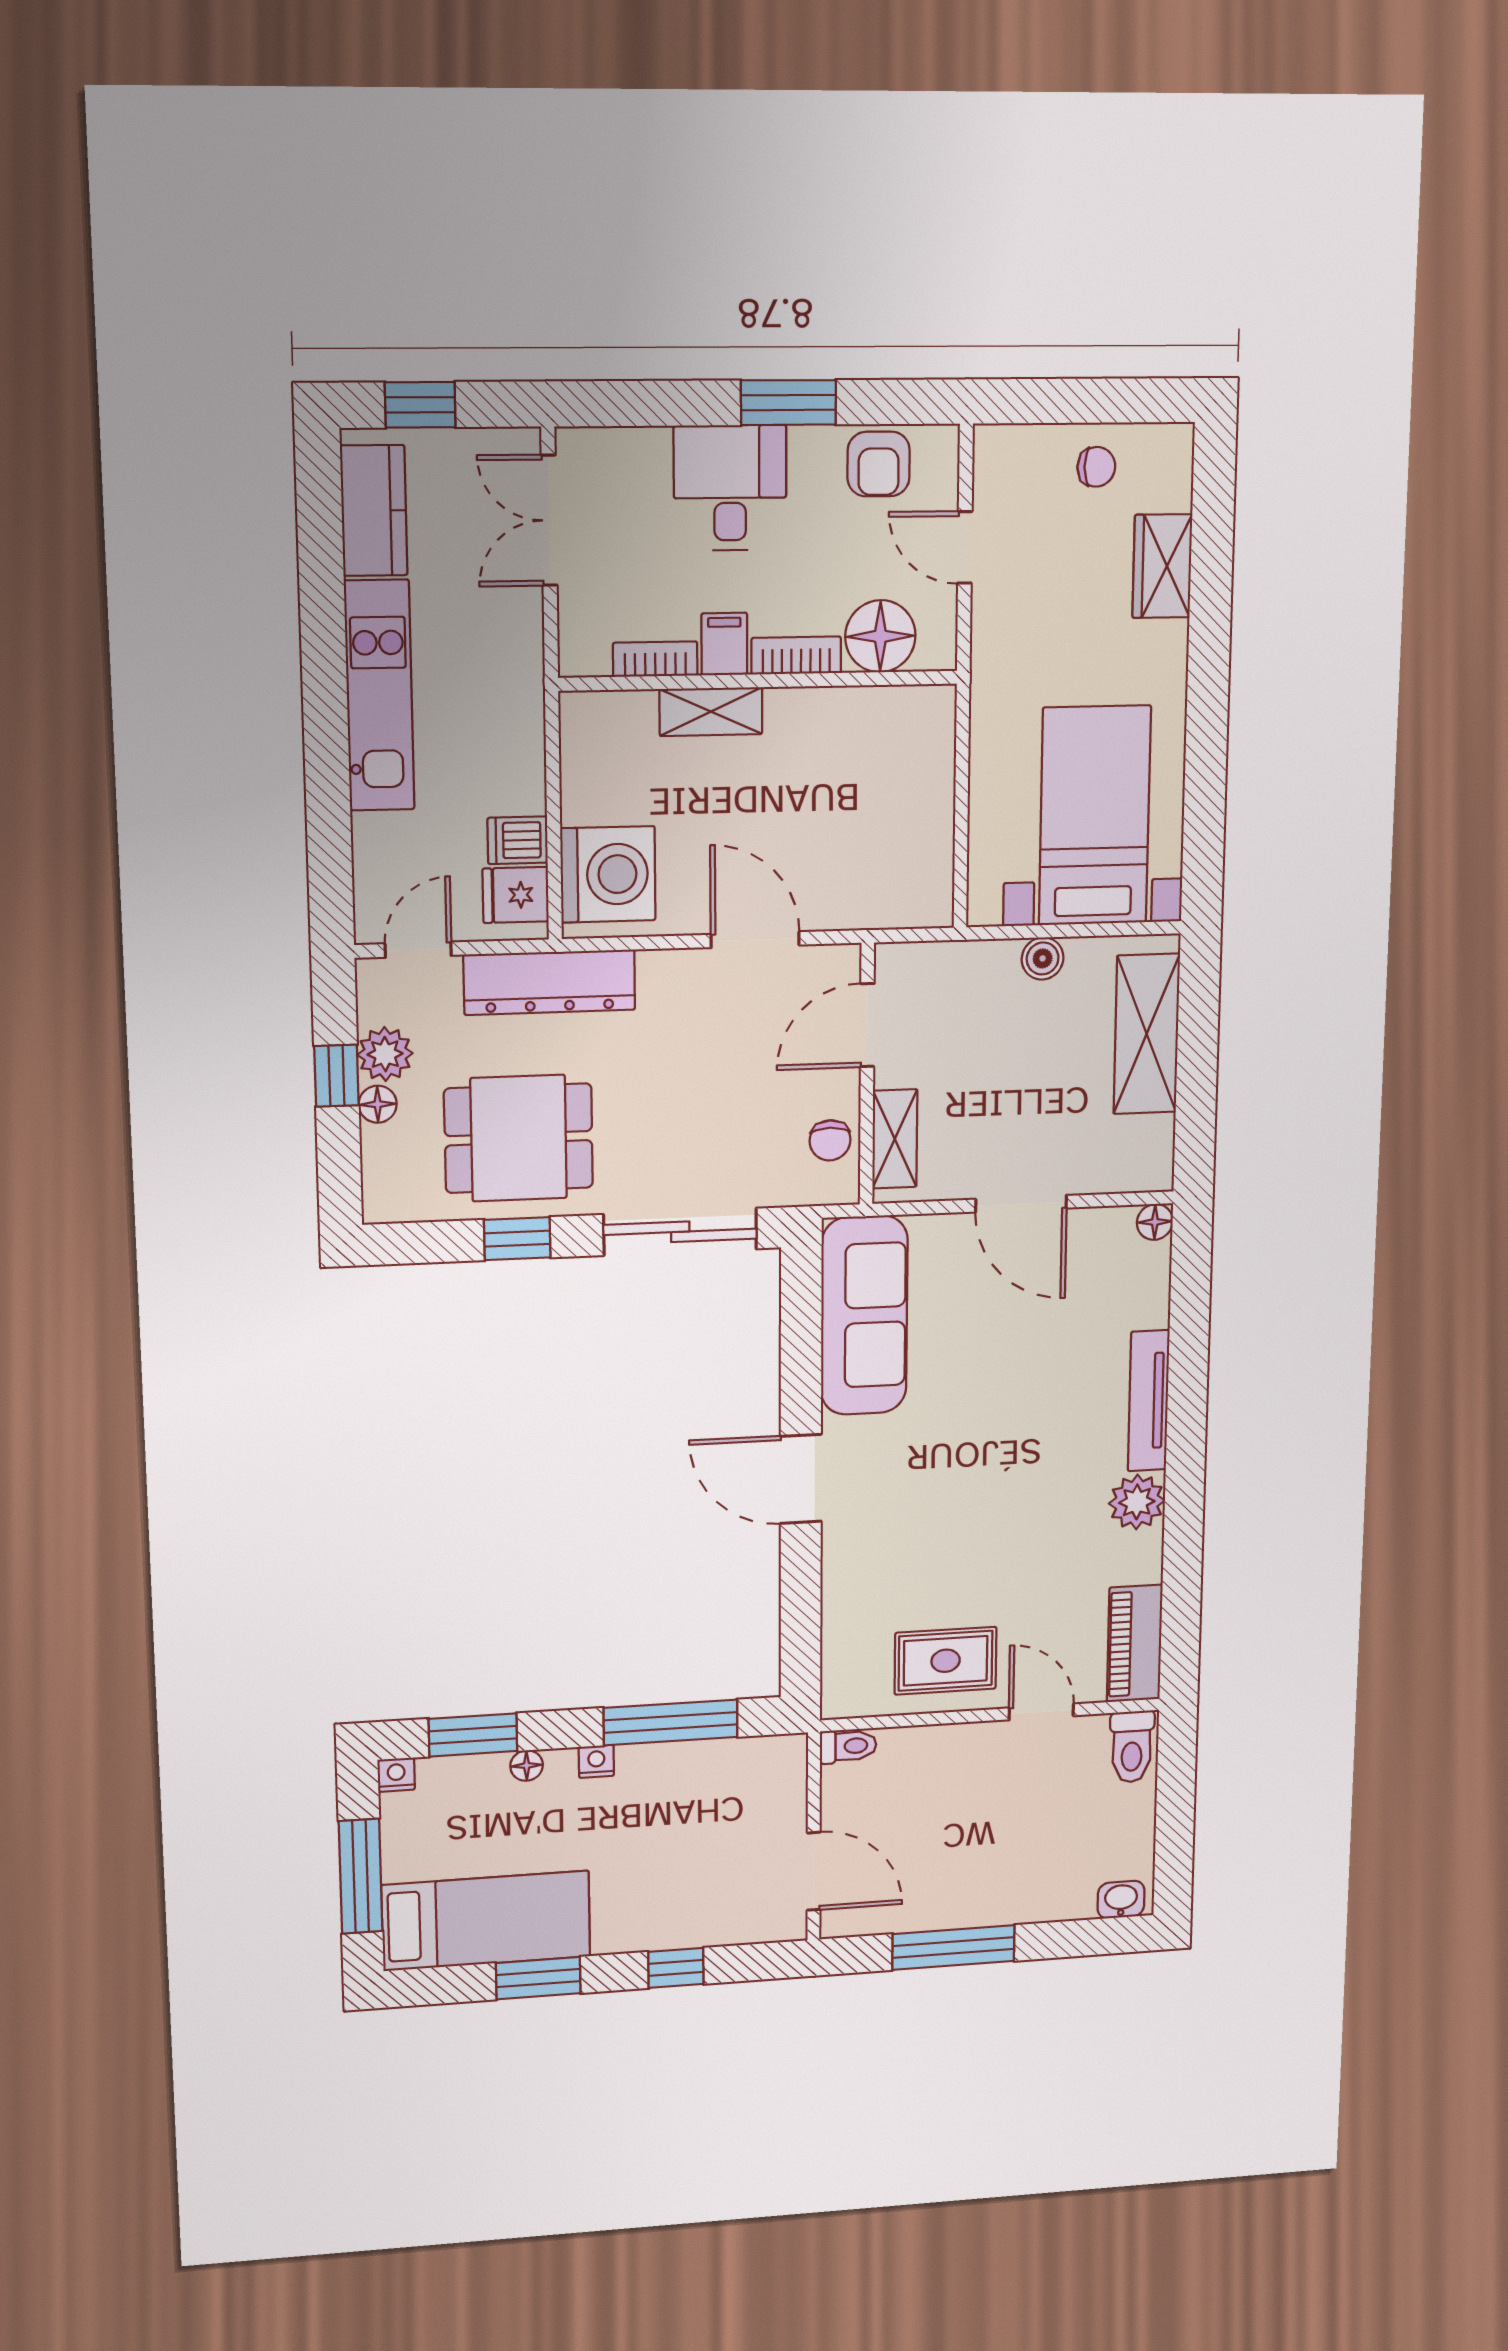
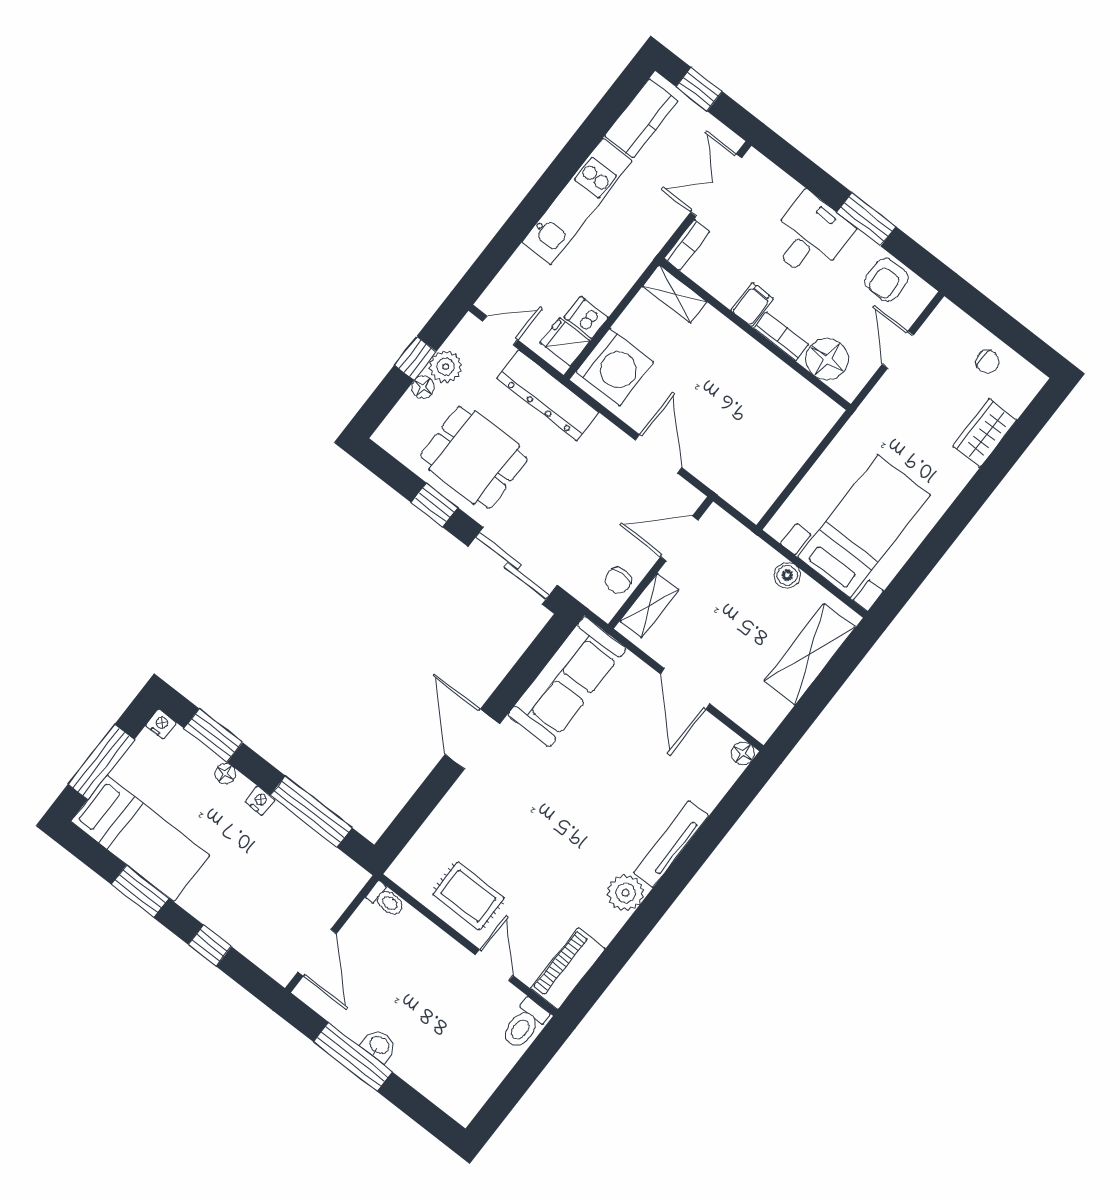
bookcase: (655, 659) -> (687, 245), moved, turned 90
shelving: (711, 712) -> (675, 294), moved
washbasin: (1121, 1900) -> (379, 1045), moved

